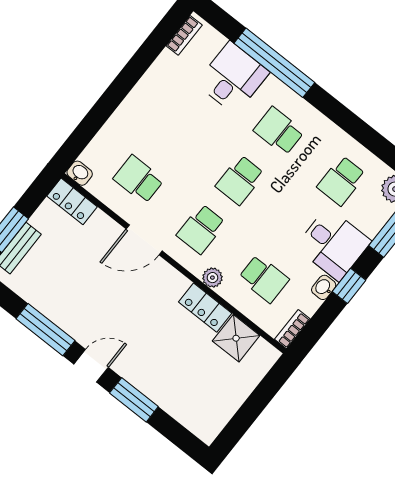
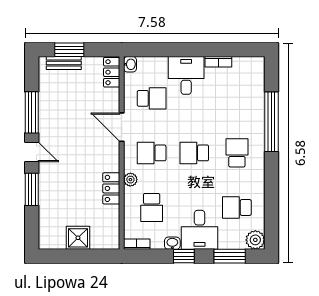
bookcase: (184, 35) -> (218, 62), moved
desk: (233, 78) -> (186, 75), moved, turned -90
school desk: (138, 179) -> (152, 98), turned 90
shower: (236, 338) -> (78, 238), moved

